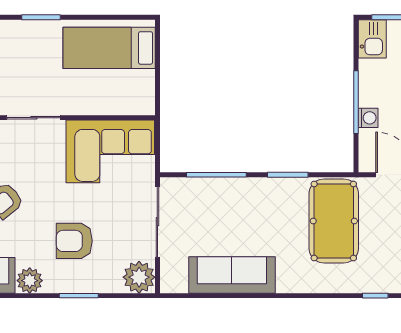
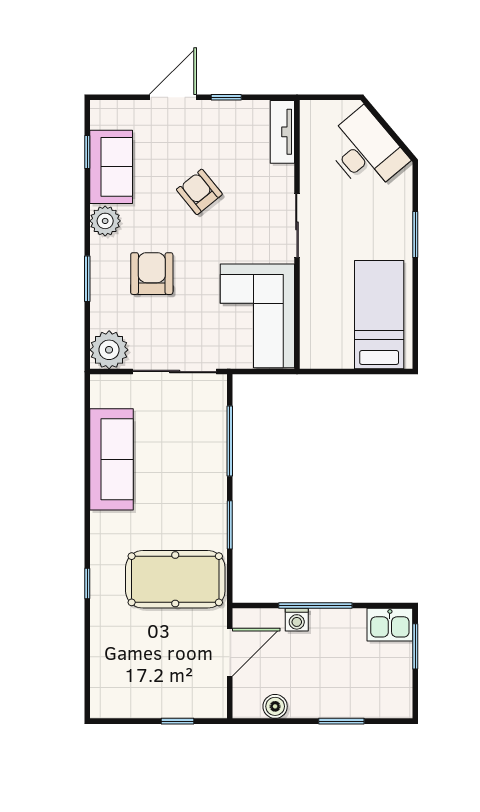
window: (375, 296) -> (87, 583), moved

